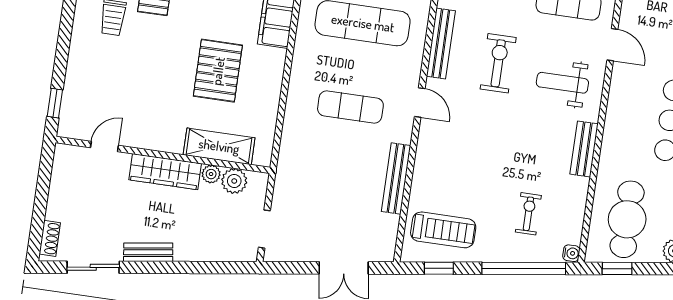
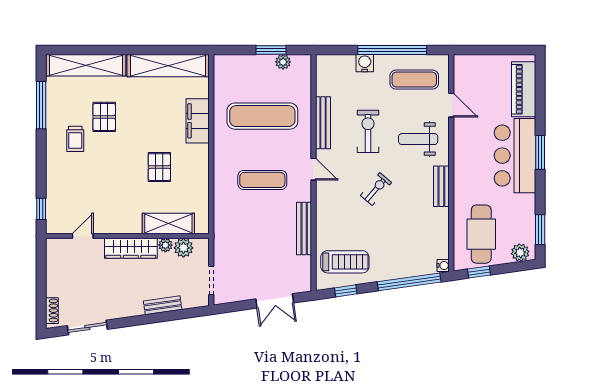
pallet: (218, 71) -> (159, 167), width x0.67, depth x0.71
exercise bike: (528, 214) -> (376, 189), moved, turned 40
bench: (148, 252) -> (163, 305), moved

